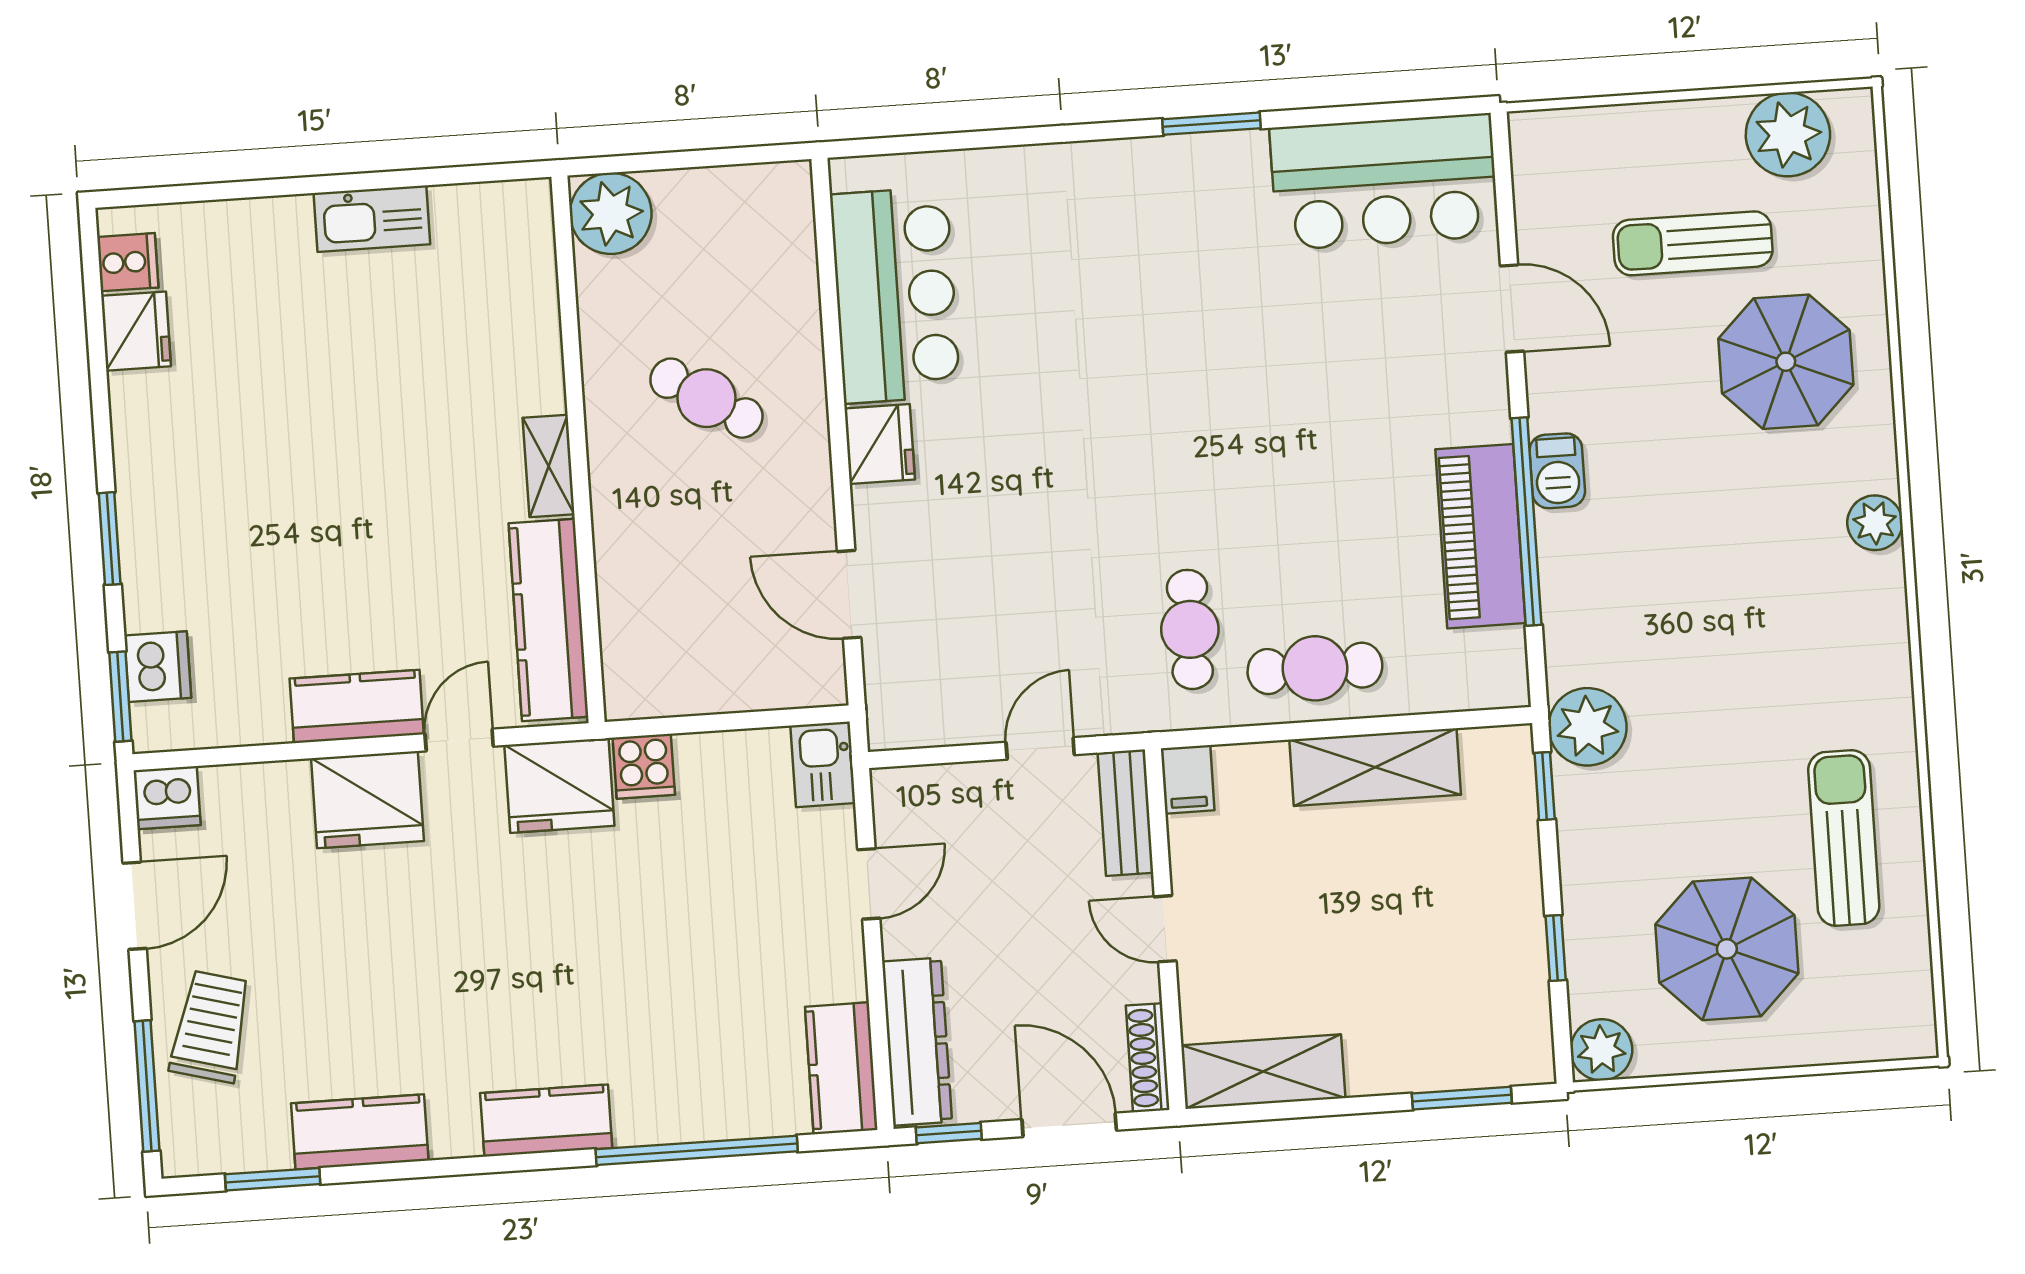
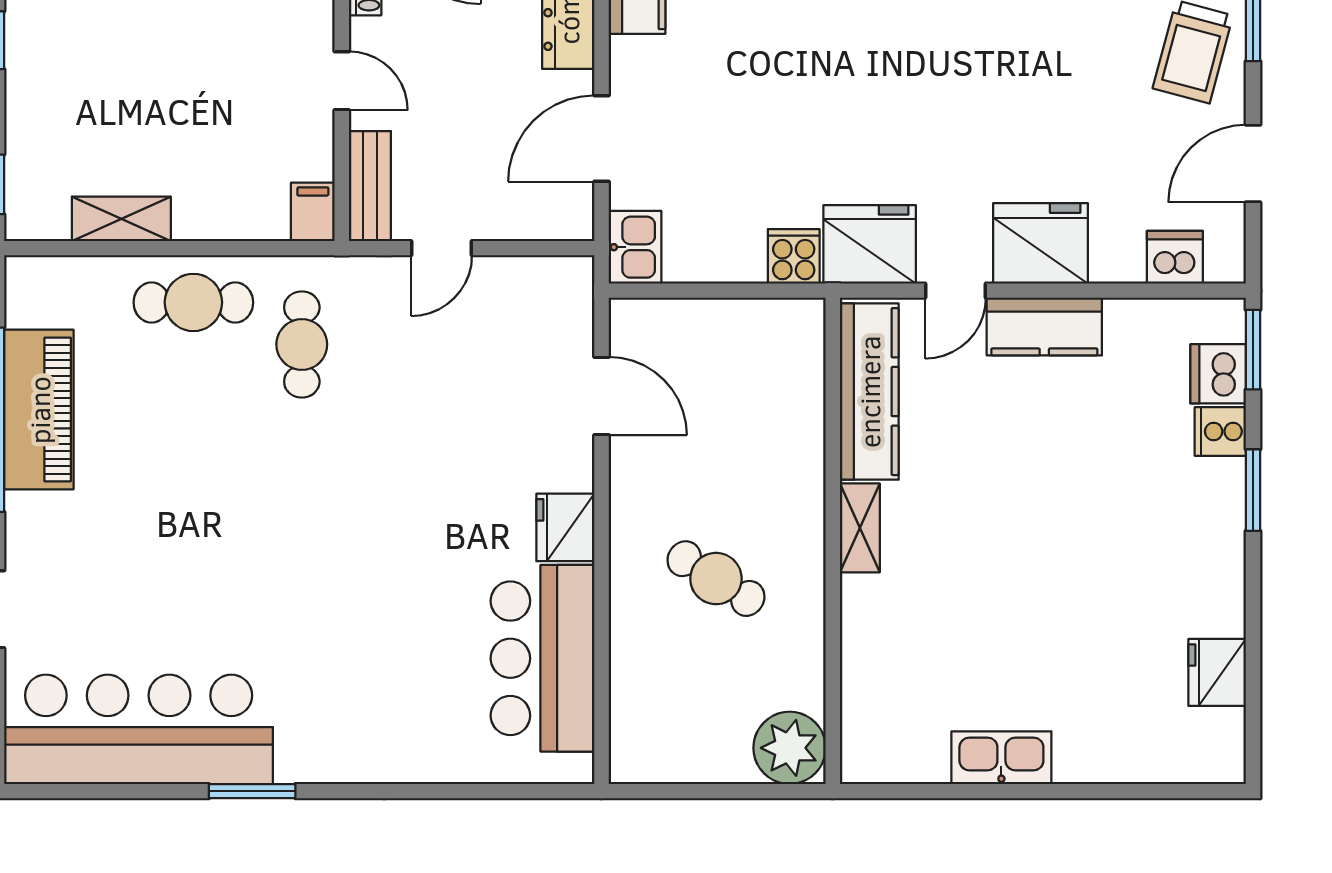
bar counter: (1384, 182) -> (139, 729), width x1.36
cooker: (128, 262) -> (1220, 431), moved
shelving: (1375, 767) -> (121, 219), width x0.67, depth x0.75
dishwasher: (167, 798) -> (1175, 257), moved
door: (869, 884) -> (601, 139), width x1.38

